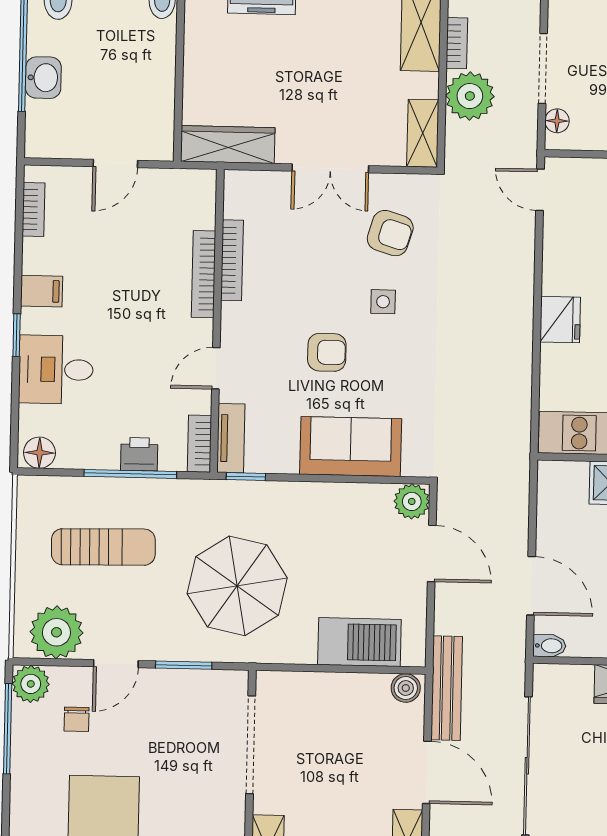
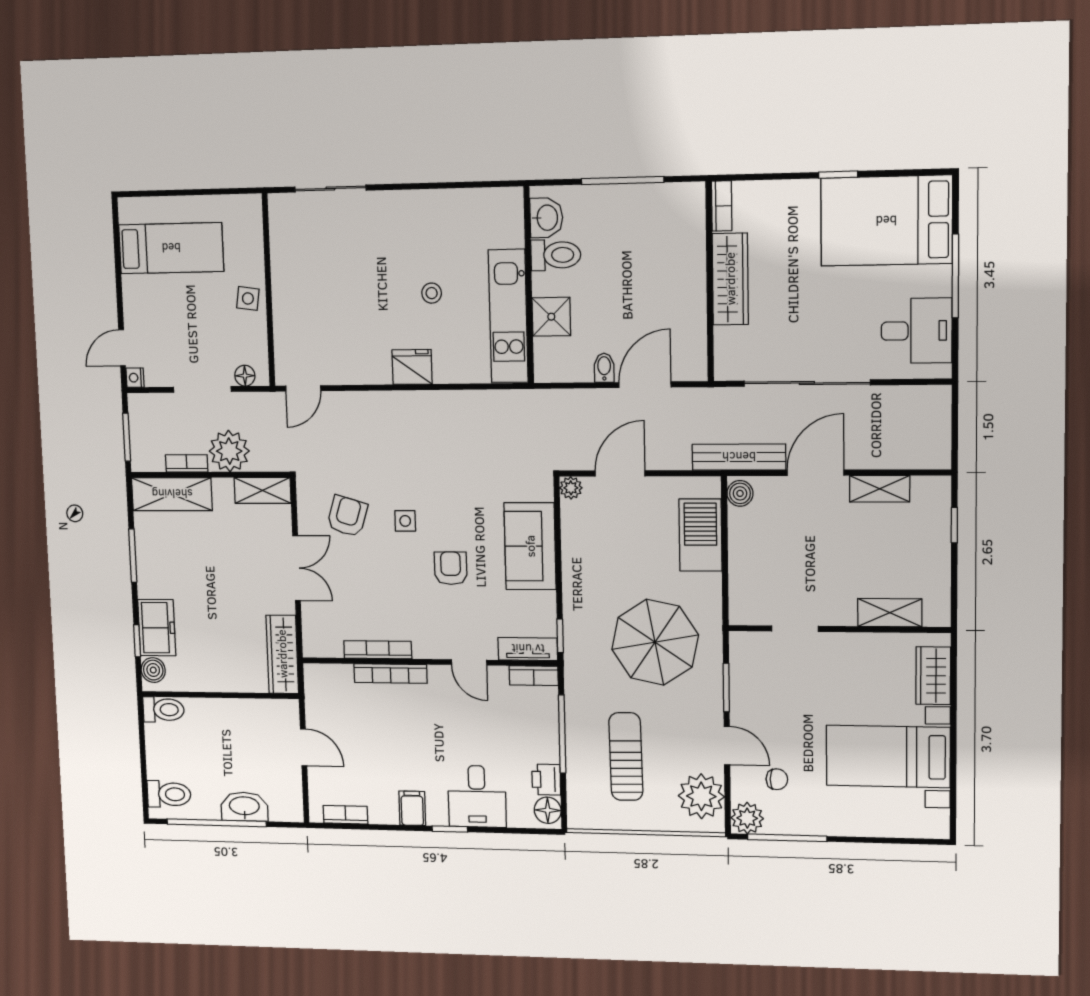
washbasin: (43, 78) -> (244, 807), width x1.38
printer: (139, 454) -> (546, 780), moved
plant: (412, 501) -> (571, 488), width x0.73, depth x0.73
bidet: (549, 646) -> (604, 368), moved
doorway: (251, 745) -> (795, 629), width x0.53

